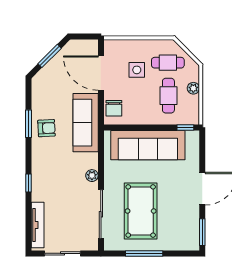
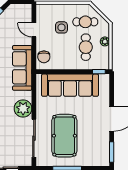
door: (101, 73) -> (34, 30), width x0.53
plant: (92, 176) -> (23, 108), width x1.87, depth x1.87

